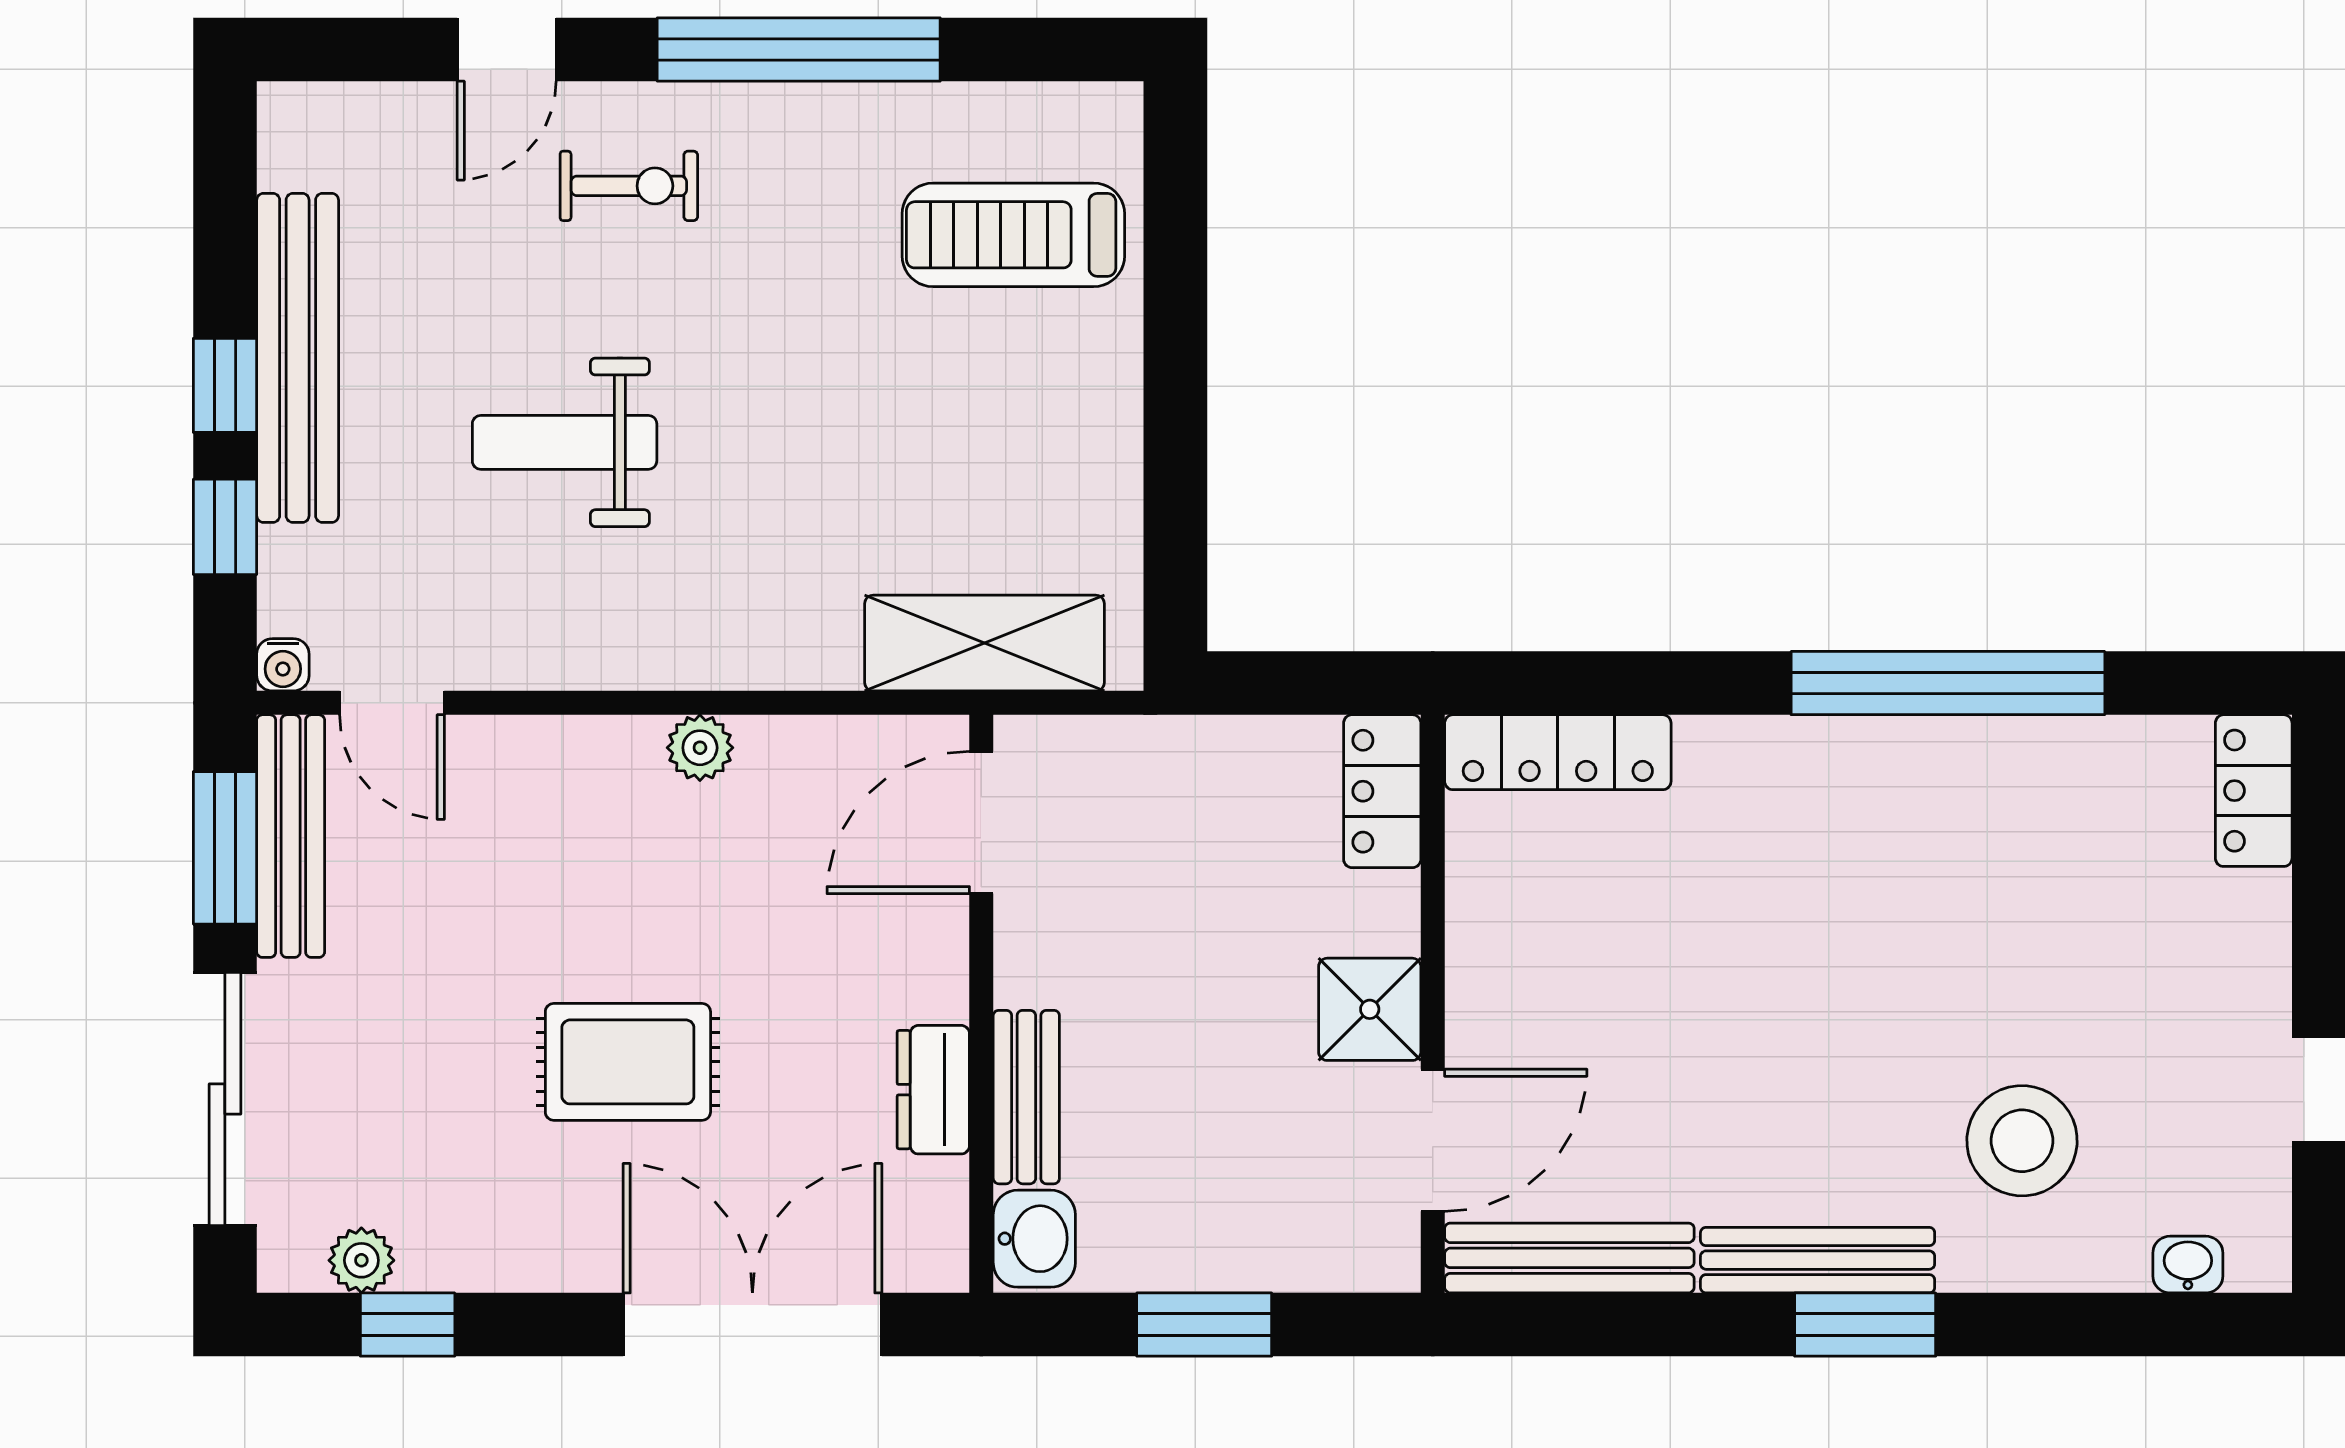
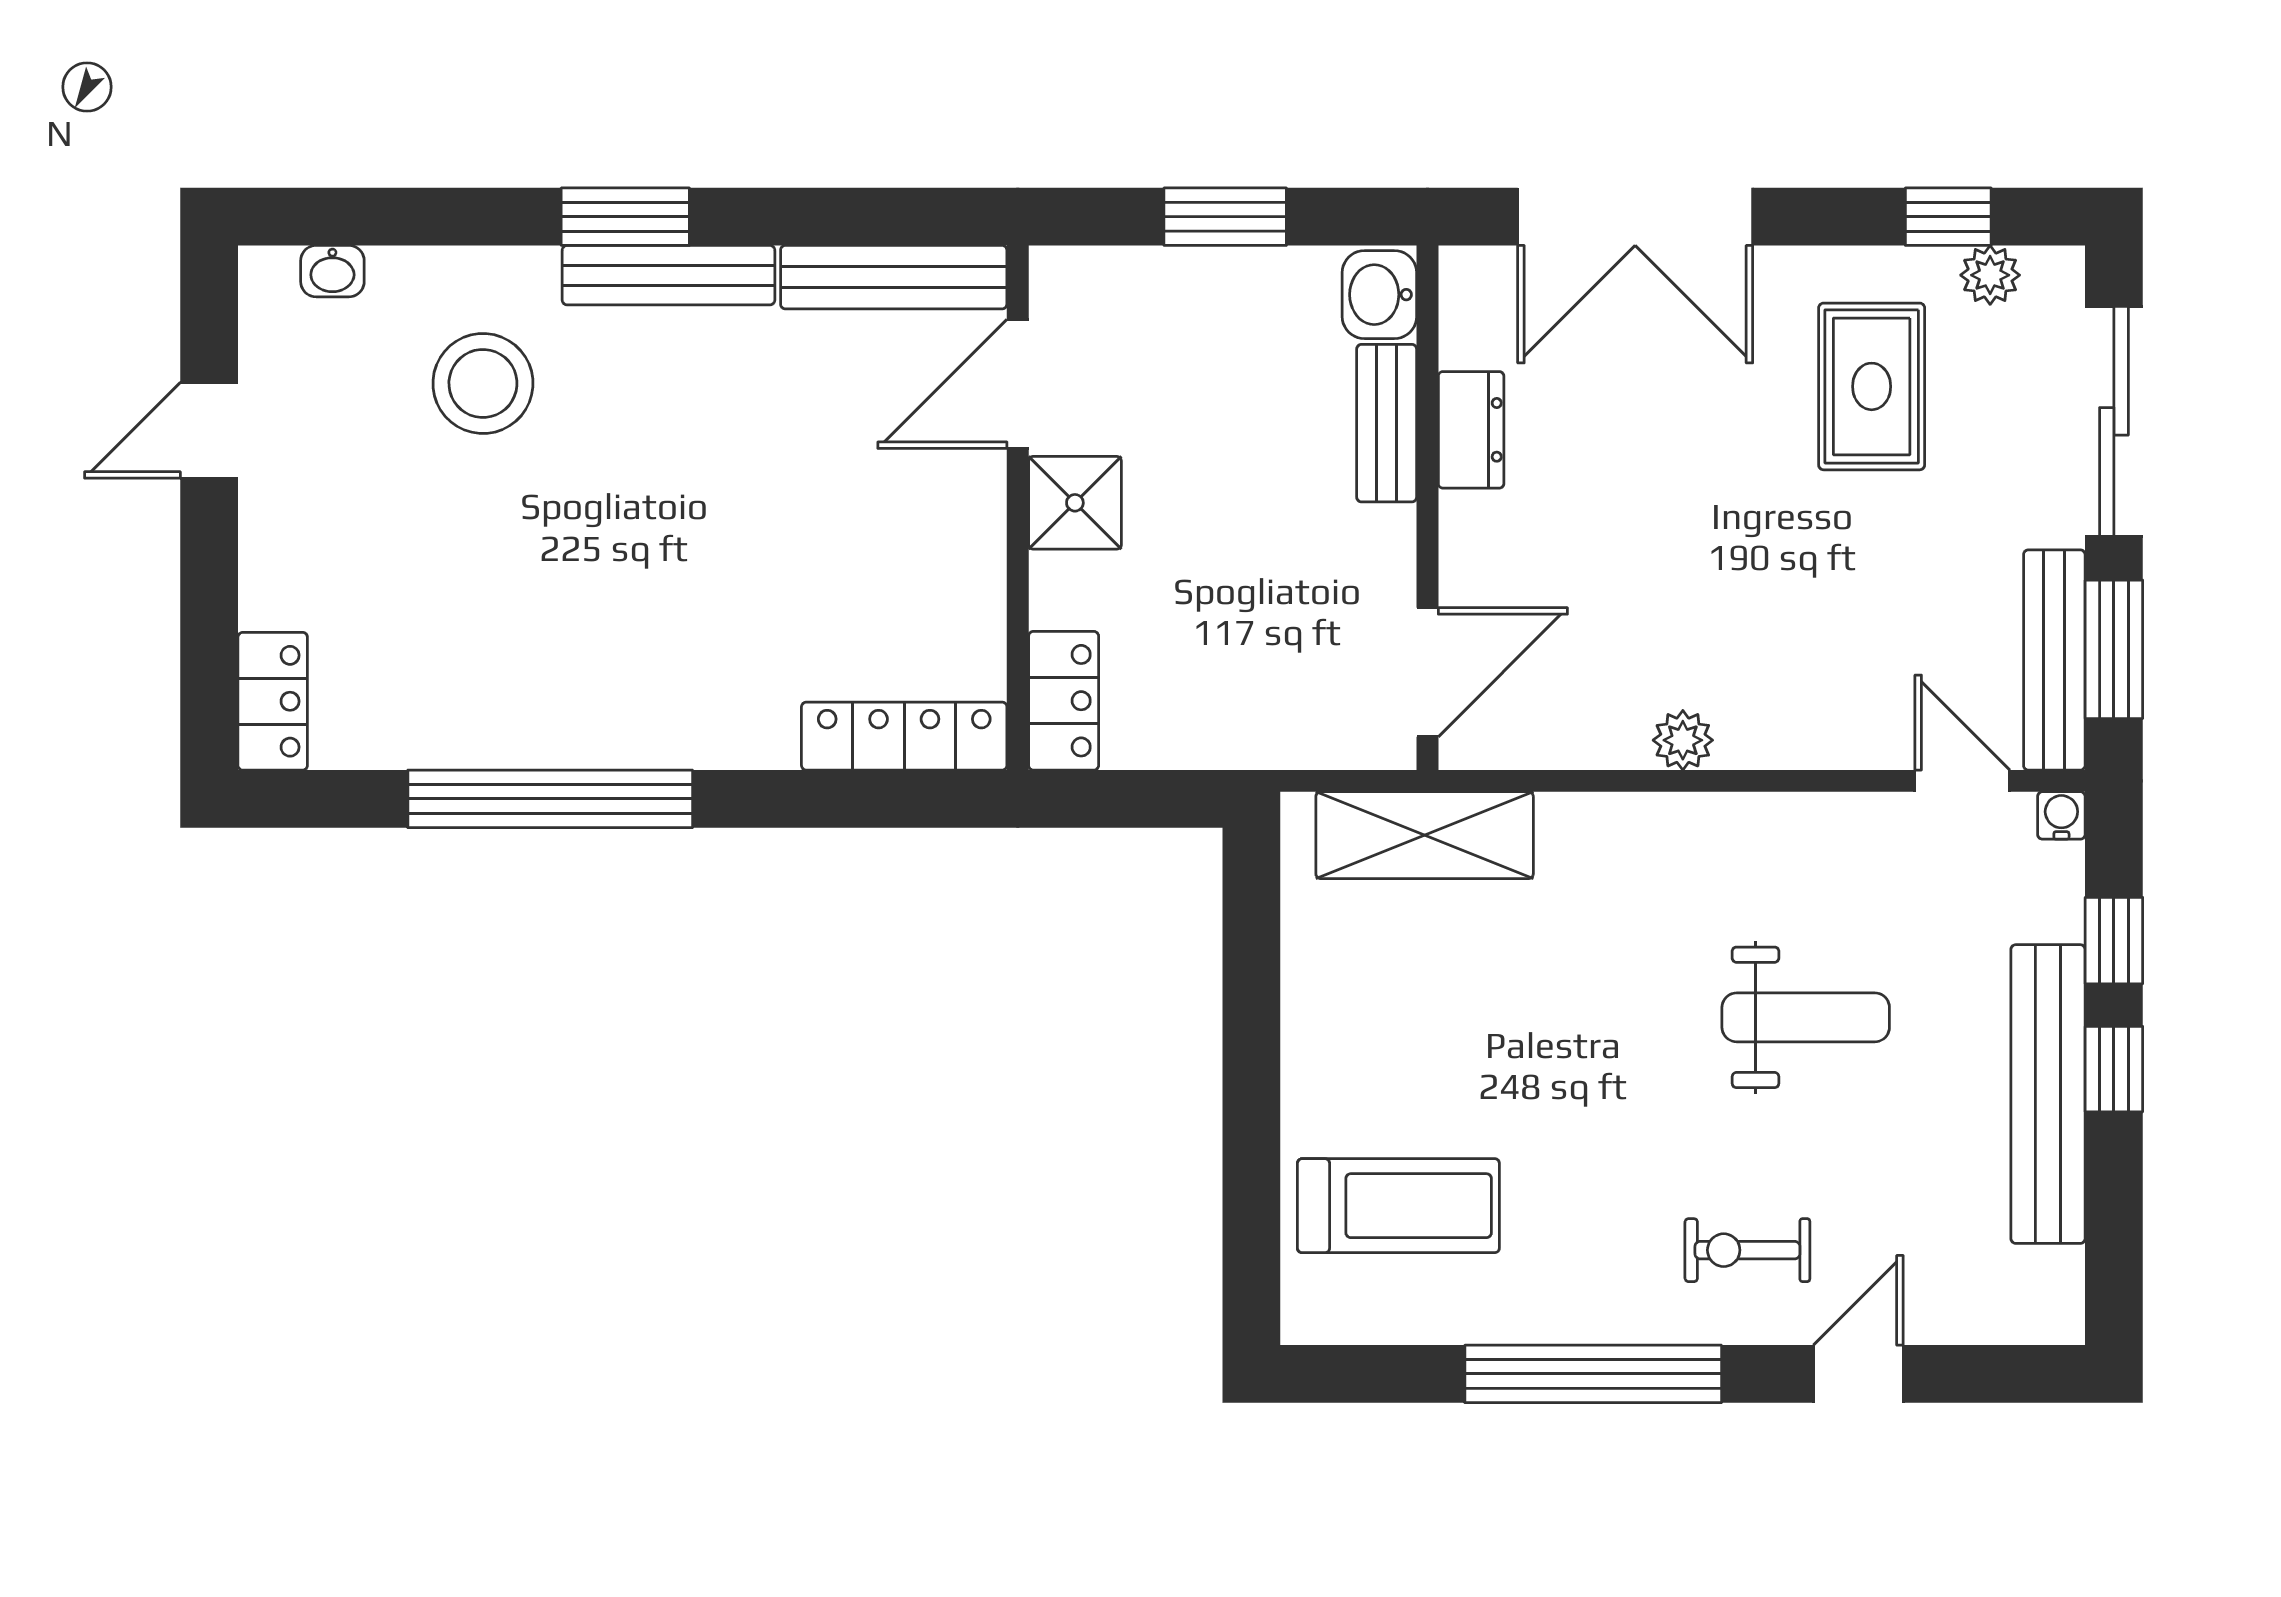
rug: (628, 1062) -> (1872, 386), moved, turned 90

